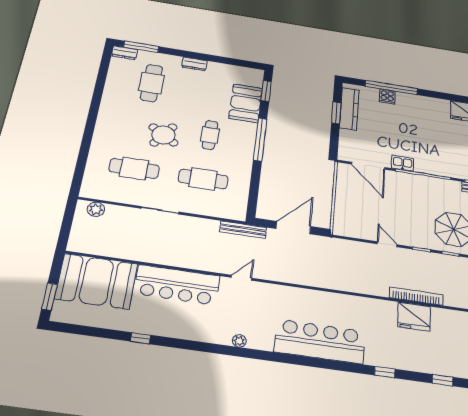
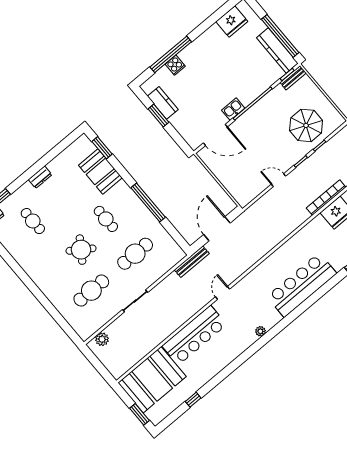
cafe table: (151, 83) -> (33, 221), width x0.73, depth x0.74
kitchen counter: (349, 109) -> (163, 103), width x0.67
window: (260, 139) -> (148, 203), moved
window: (141, 338) -> (193, 400), moved

